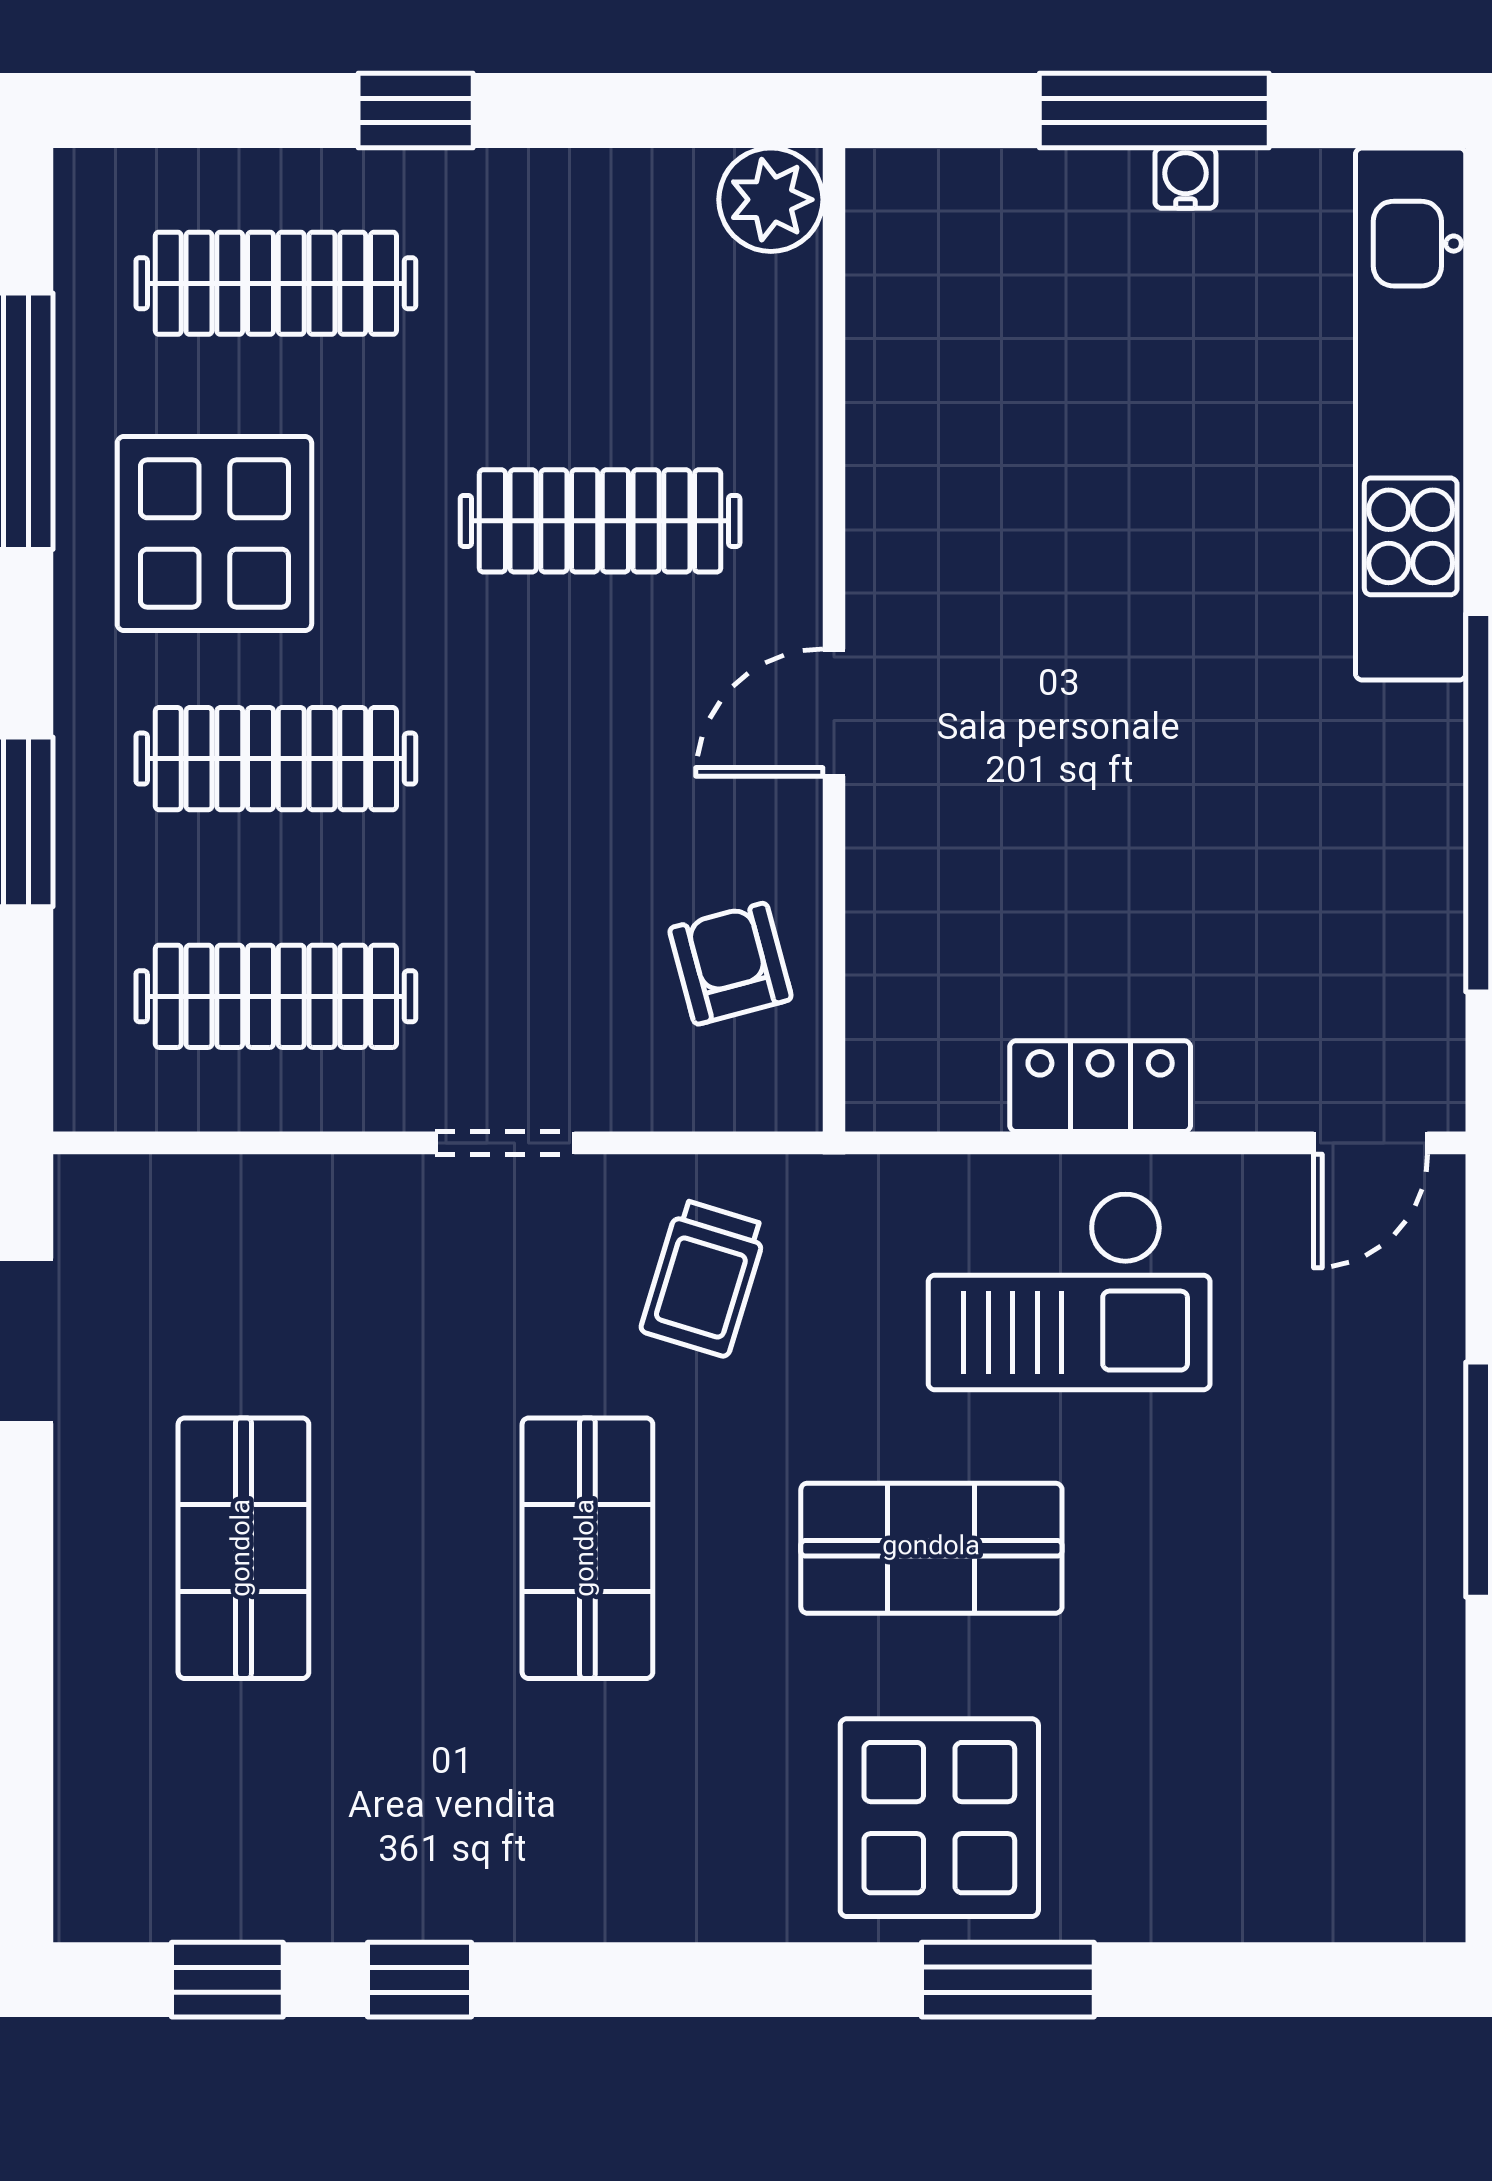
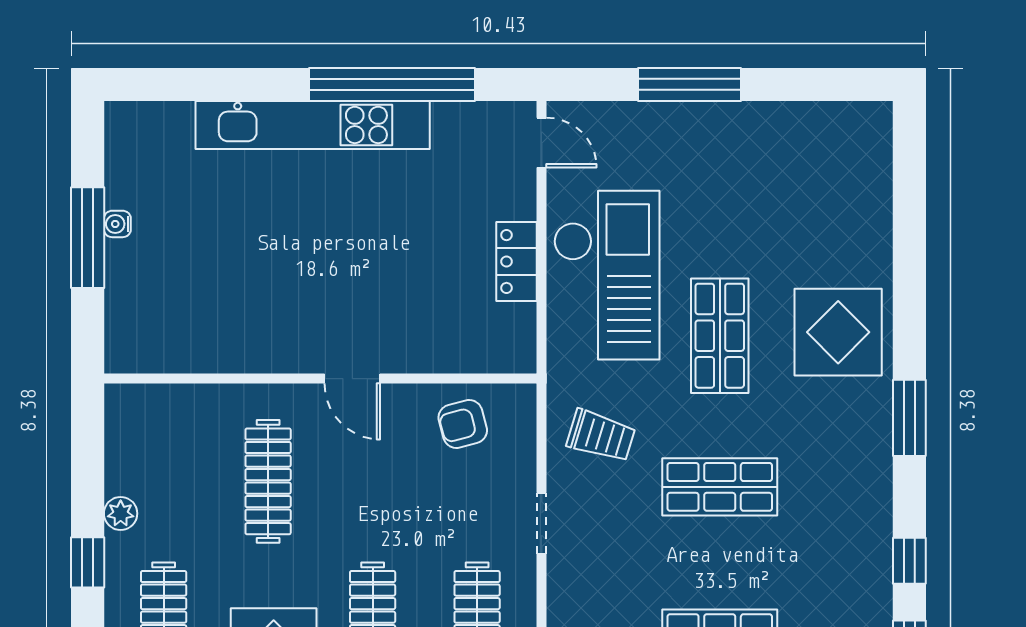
plant: (771, 200) -> (121, 513), moved, width x0.73, depth x0.73
kitchen unit: (1411, 414) -> (313, 125), moved
checkout: (1069, 1291) -> (607, 275), width x1.36, depth x1.21
window: (1008, 1980) -> (909, 418), moved

